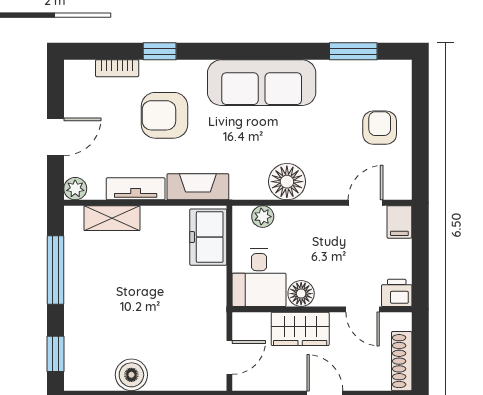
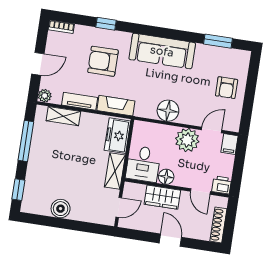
bookcase: (117, 68) -> (61, 27), moved
armchair: (380, 128) -> (227, 88), turned 180
plant: (263, 217) -> (187, 140), moved, width x1.88, depth x1.88
shelving: (213, 297) -> (115, 171), added

